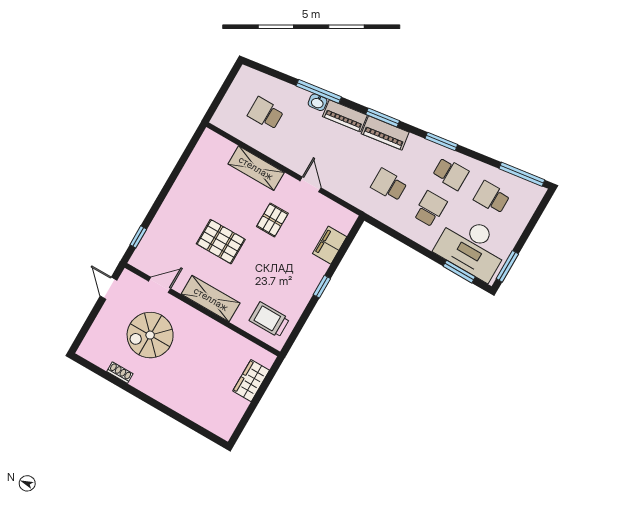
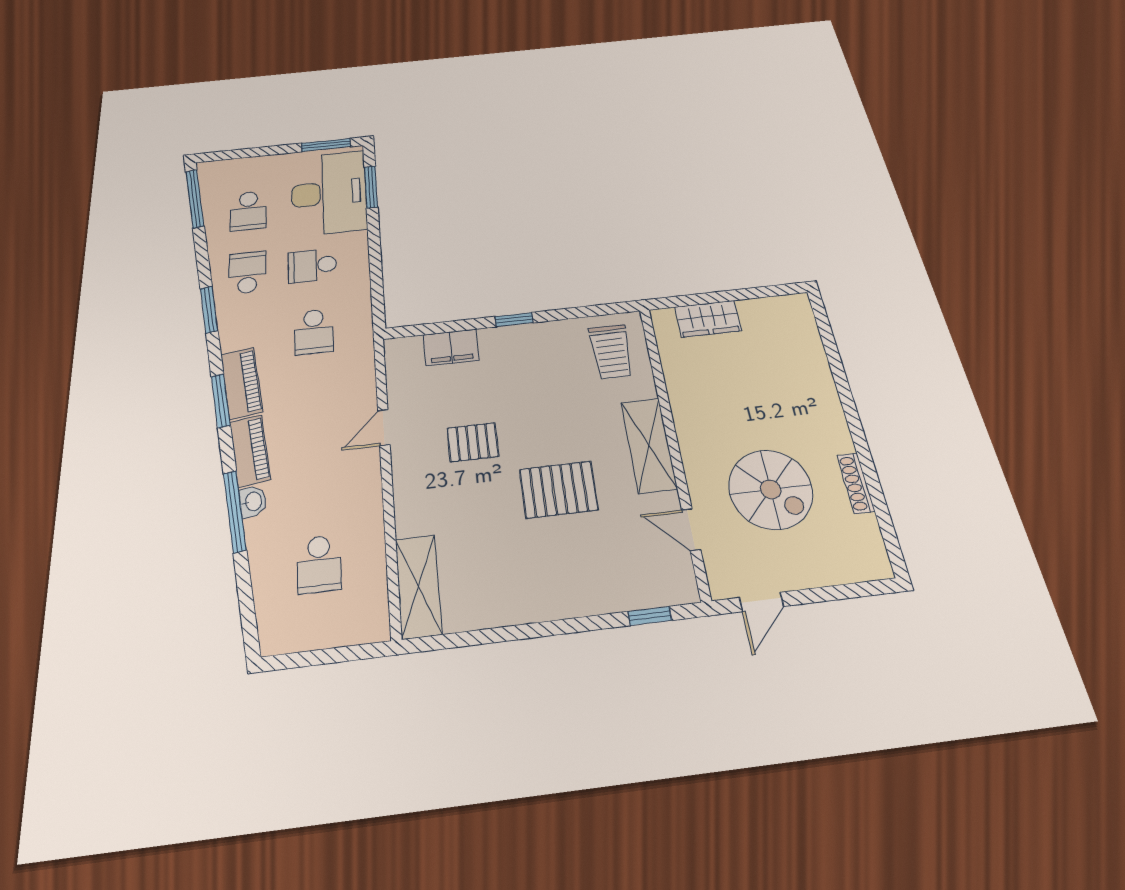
shelving: (256, 168) -> (418, 586), moved
pallet: (221, 242) -> (559, 489), turned 90
shoe rack: (120, 373) -> (856, 483), width x1.43

